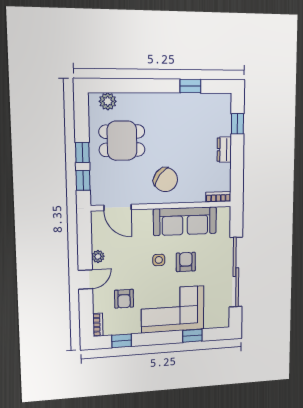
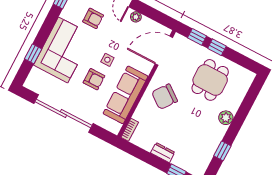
plant: (108, 101) -> (226, 118), moved
door: (118, 207) -> (164, 51), width x1.36
armchair: (124, 299) -> (93, 18), turned 180

